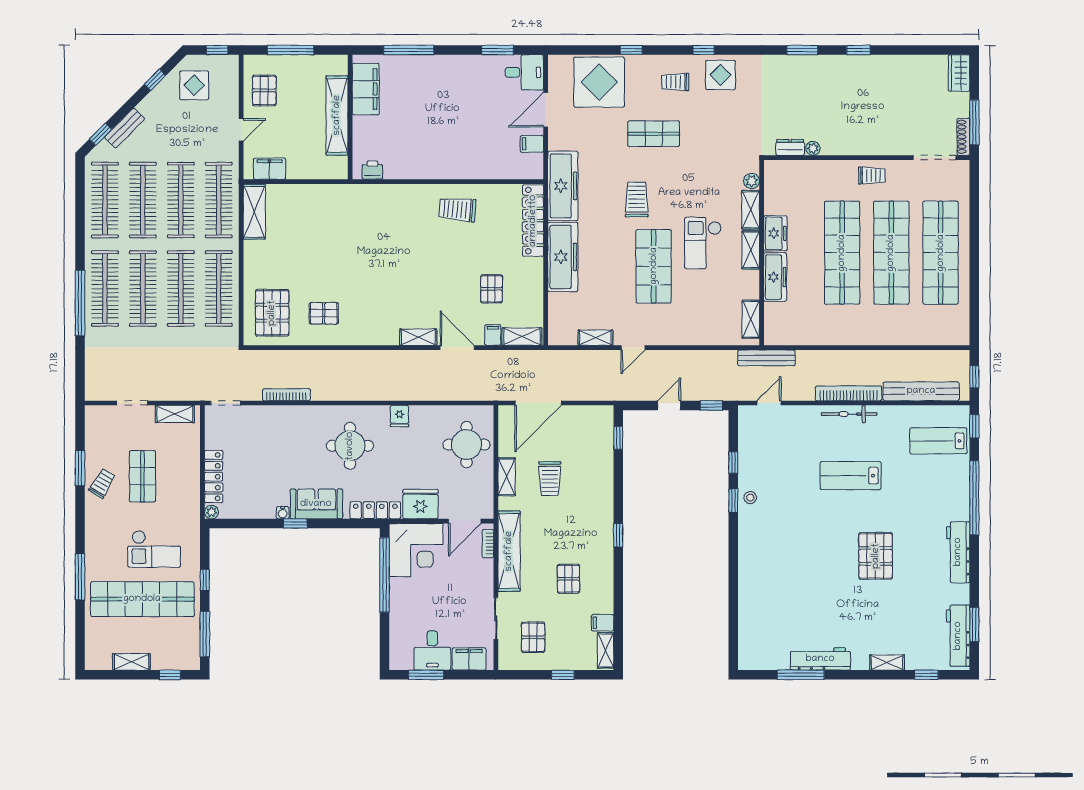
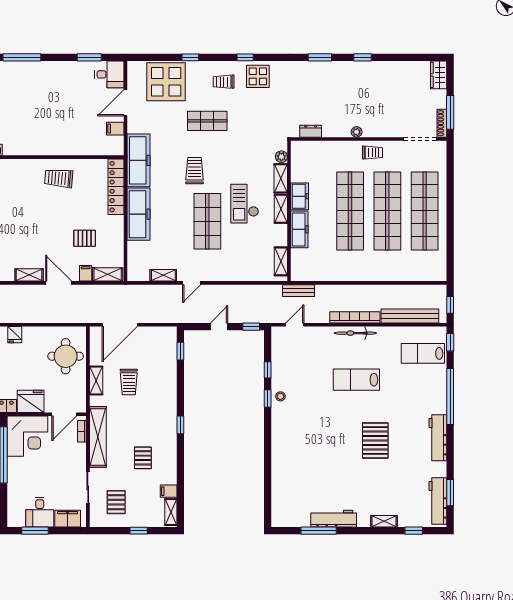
plant: (813, 148) -> (357, 132), moved
pallet: (492, 289) -> (85, 238), turned 90
bench: (766, 358) -> (299, 291), width x0.73

